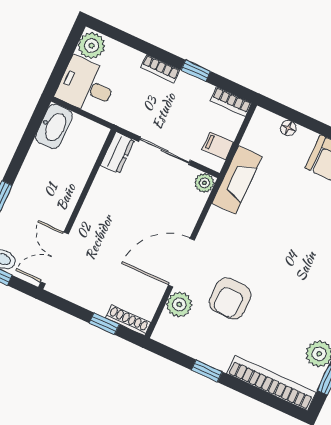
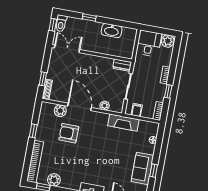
washbasin: (54, 126) -> (112, 31), moved
plant: (204, 183) -> (105, 106), moved

